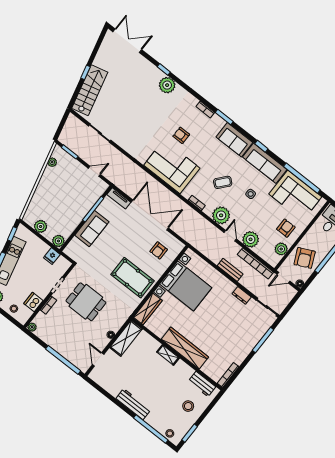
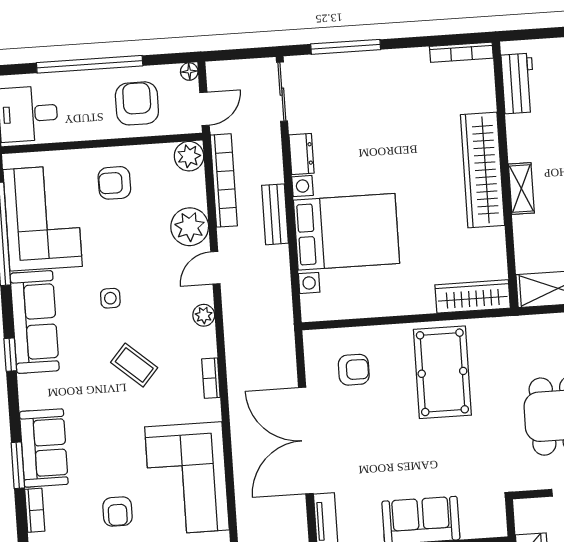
sofa: (234, 140) -> (44, 448), moved
plant: (221, 215) -> (204, 315), width x0.53, depth x0.53
plant: (281, 249) -> (189, 156), moved
armchair: (305, 258) -> (137, 103), turned -65
door: (284, 278) -> (204, 109), hinge flipped
bed with nightstands: (186, 286) -> (346, 232), moved, turned 90

